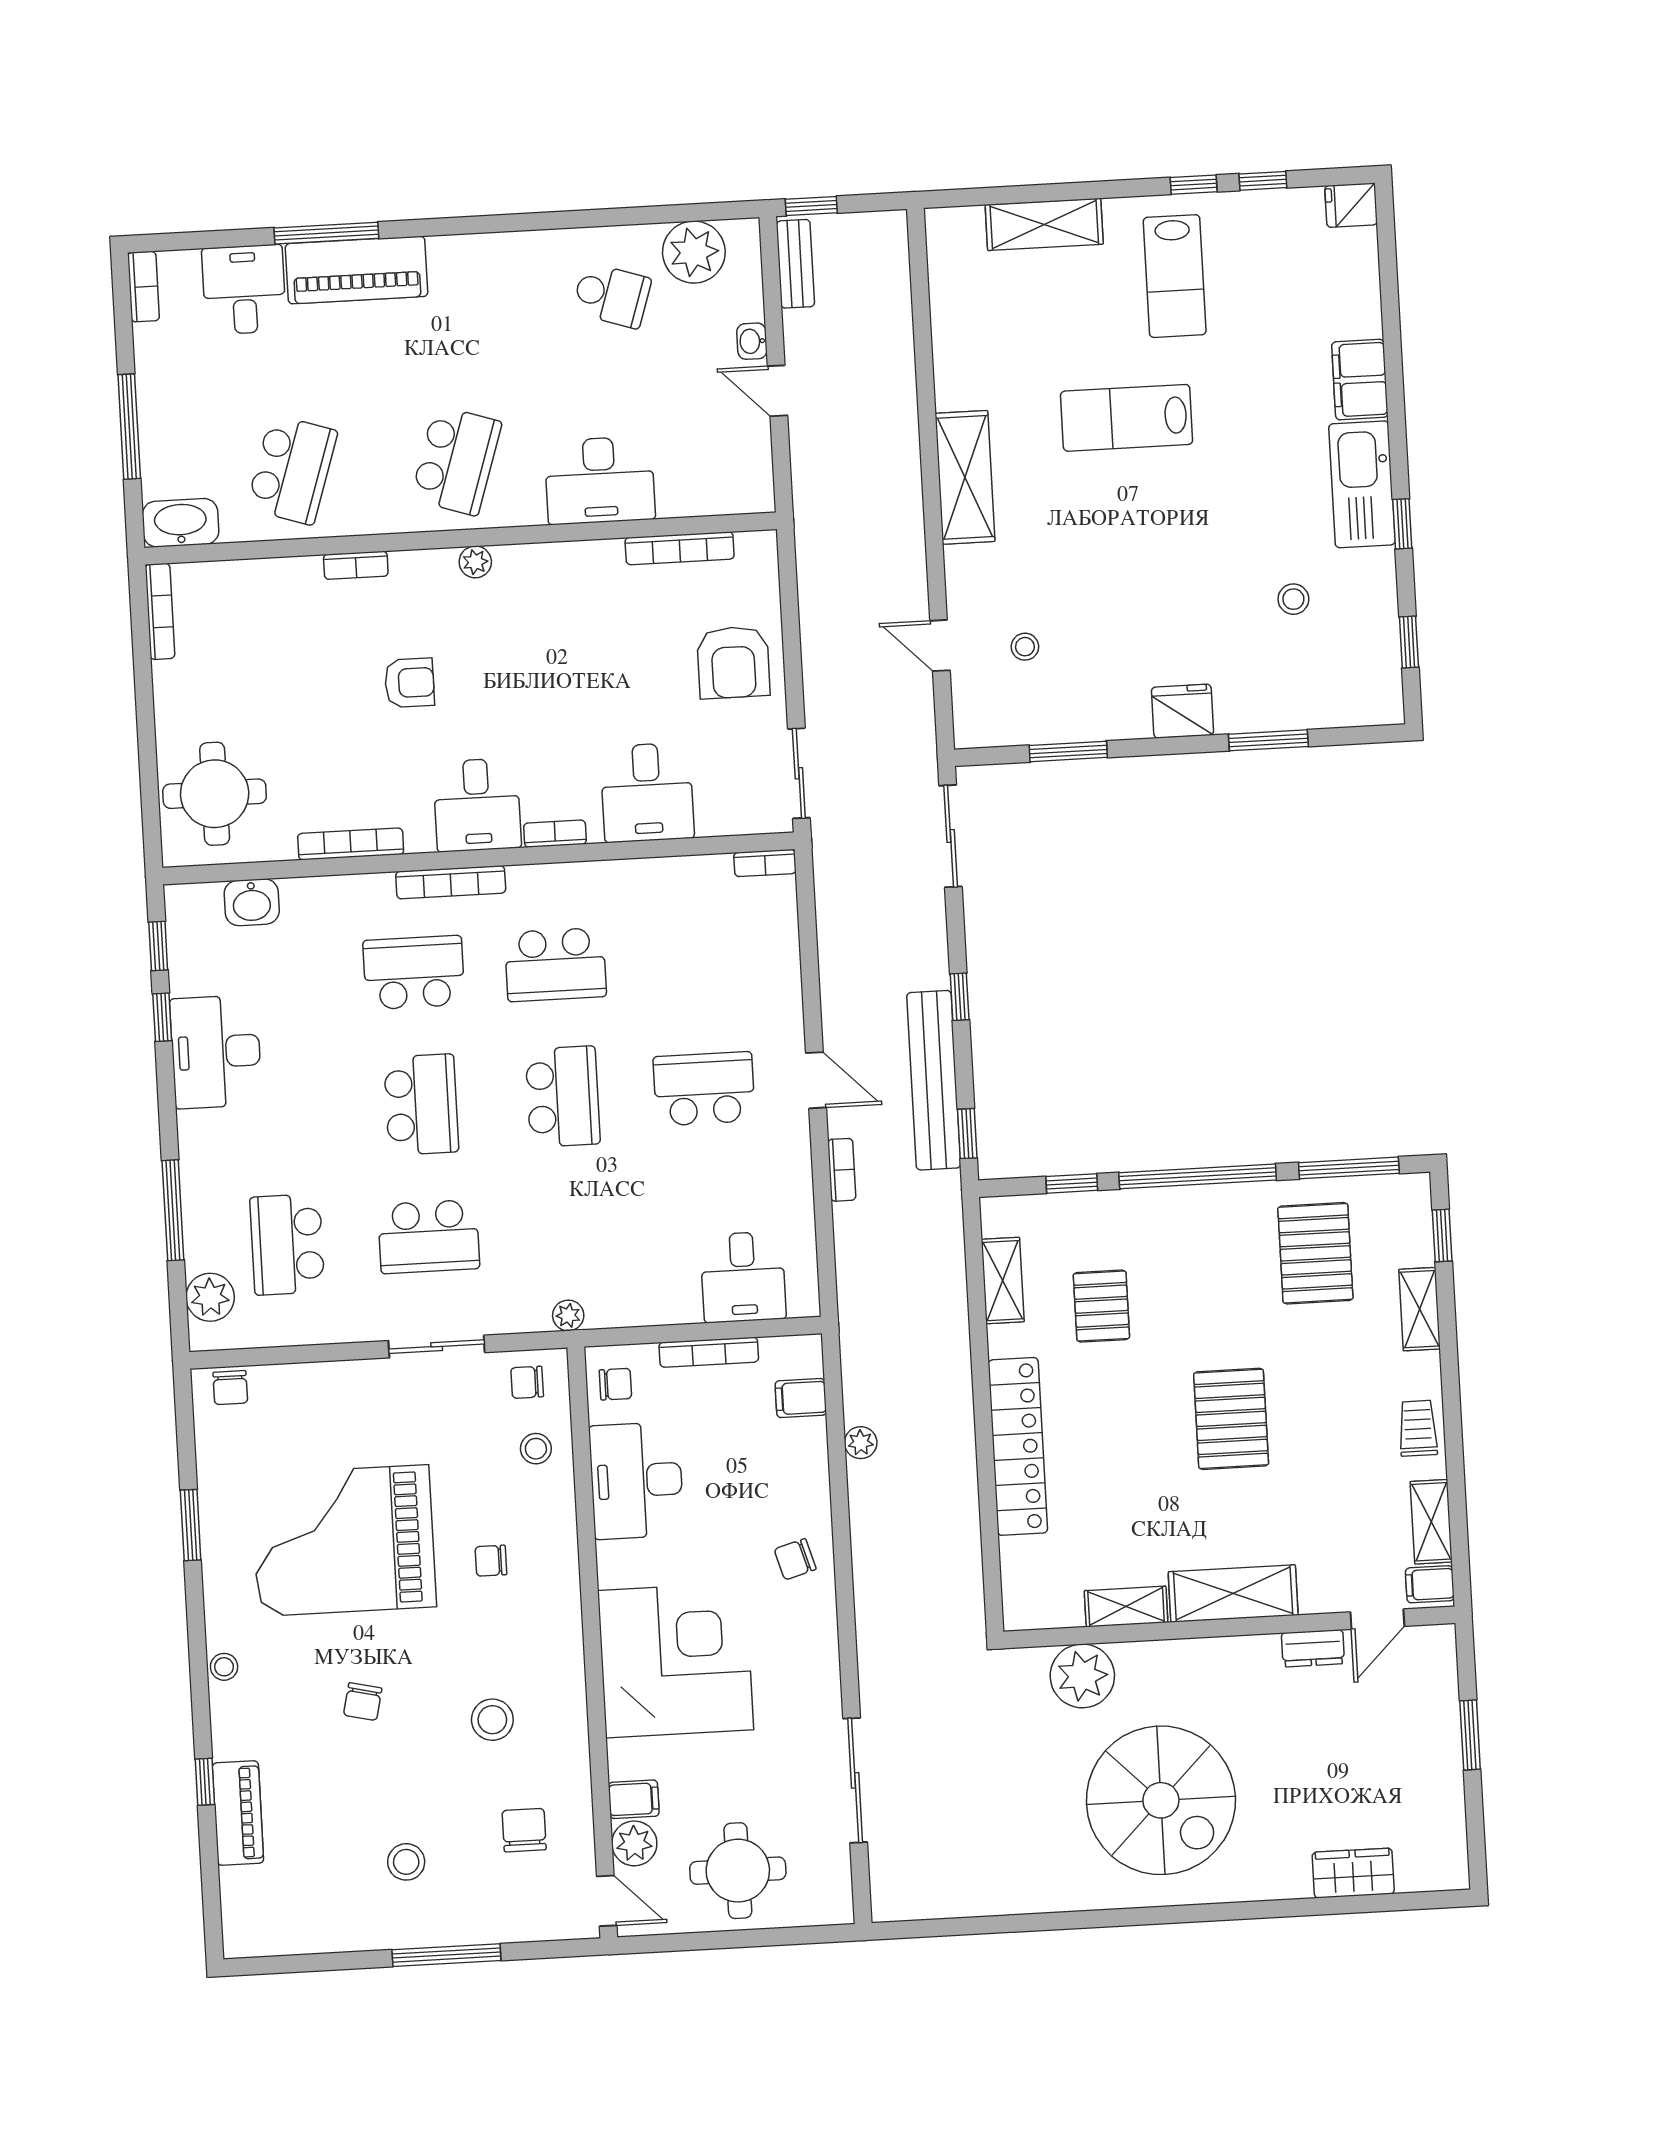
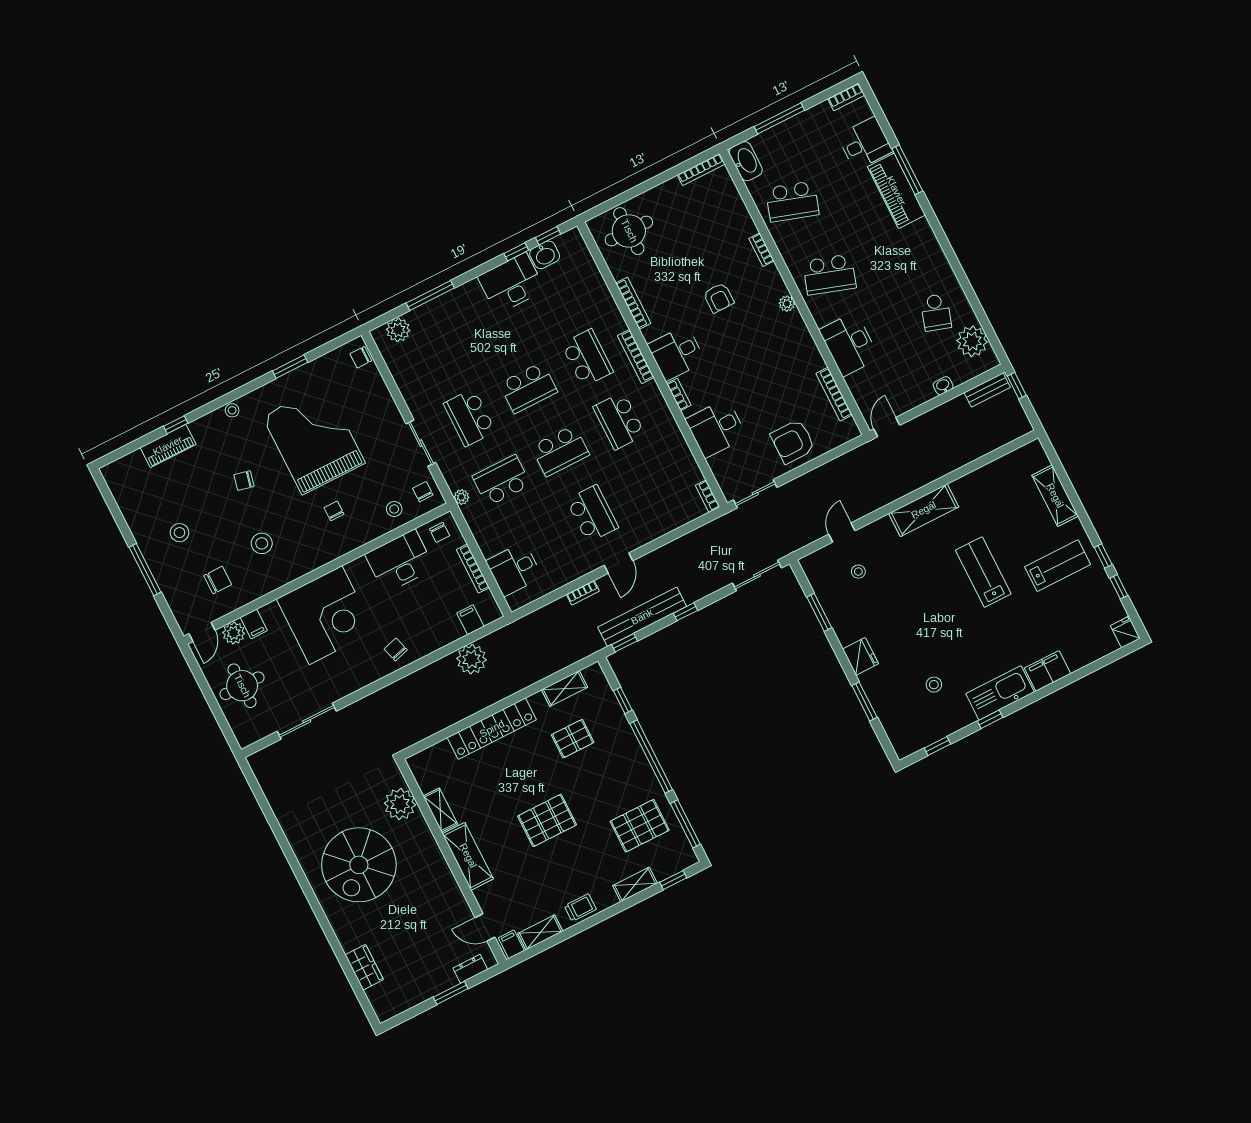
lab bench: (1175, 276) -> (1058, 566), turned 180
door: (777, 391) -> (887, 427), moved
washbasin: (252, 902) -> (545, 255), moved, turned -90
school desk: (287, 1245) -> (501, 481), moved
plant: (861, 1443) -> (472, 659), width x1.88, depth x1.88
dresser: (1313, 1648) -> (470, 969), moved, turned 90

